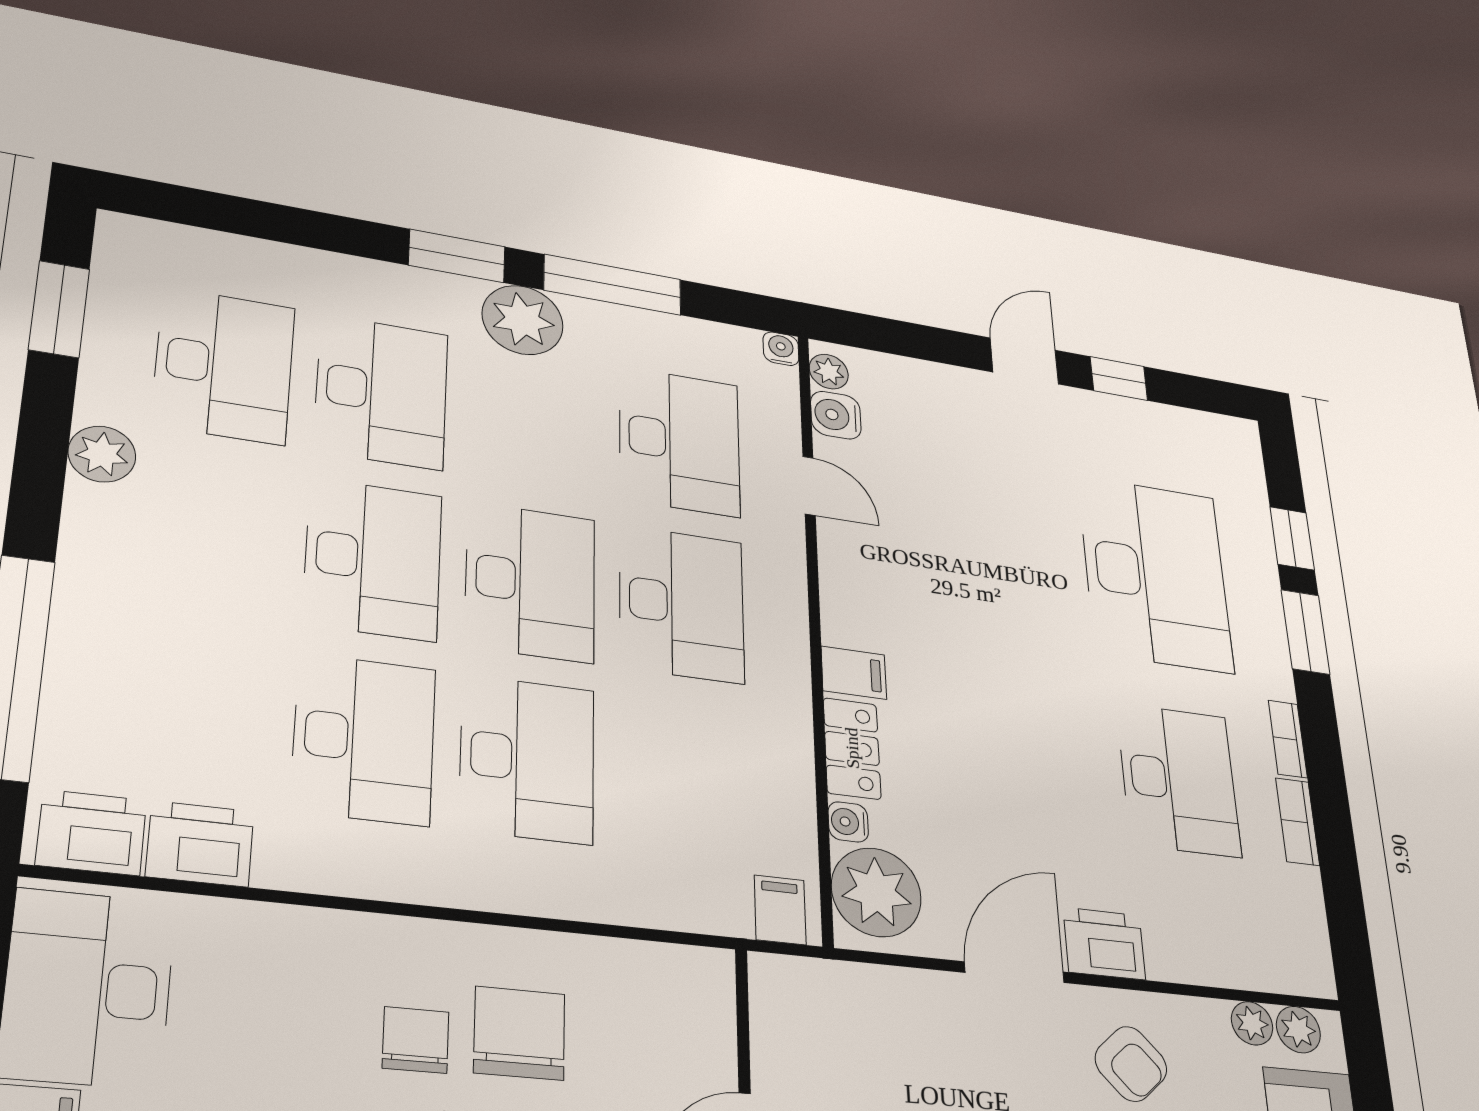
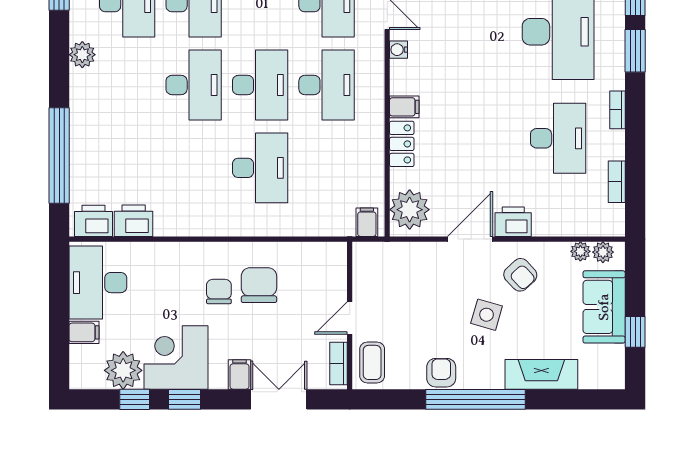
desk: (364, 739) -> (194, 168), removed
water cooler: (848, 822) -> (398, 50), moved
bookcase: (1298, 822) -> (617, 182), moved

